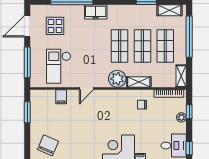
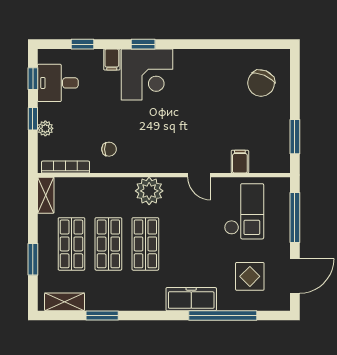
freezer: (96, 12) -> (191, 299), width x1.40
window: (189, 37) -> (33, 259), width x0.47
shelving: (139, 82) -> (114, 186), removed
door: (86, 89) -> (199, 175), swing flipped
window: (189, 112) -> (33, 119), moved

